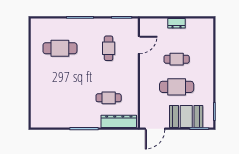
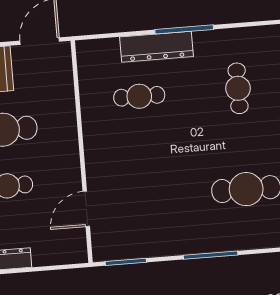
cafe table: (109, 48) -> (238, 88), moved
dresser: (119, 121) -> (156, 47), moved

